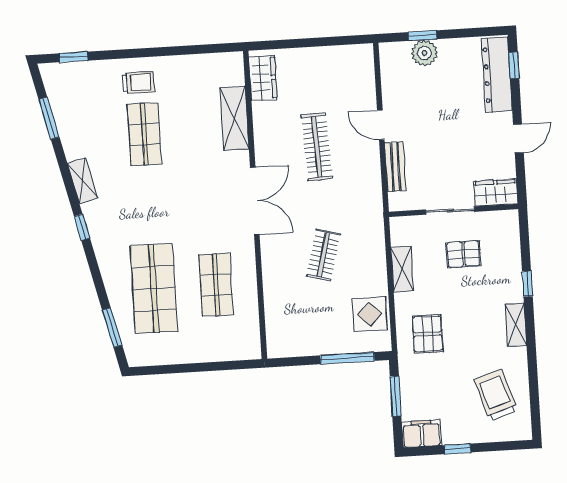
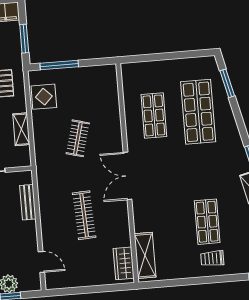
shelving: (234, 118) -> (145, 255), moved
door: (381, 125) -> (41, 262), moved

